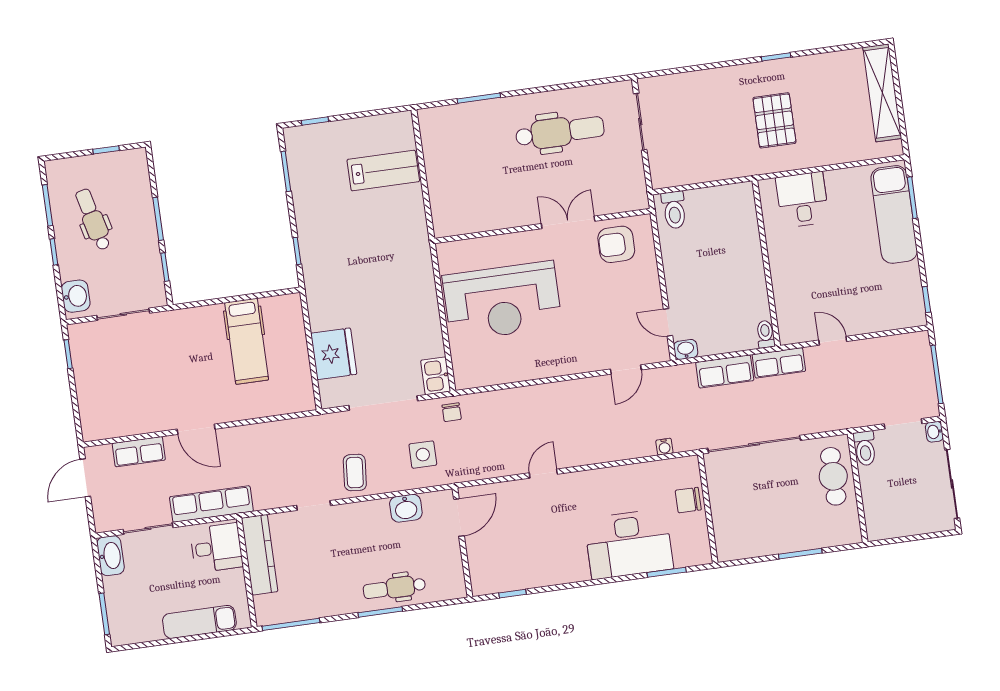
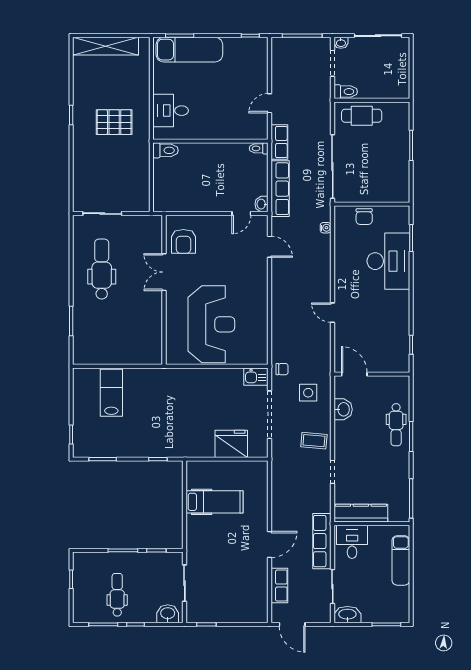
toilet: (674, 210) -> (166, 150), moved
dental chair: (93, 220) -> (117, 595), turned 104
row of seats: (725, 371) -> (280, 189), width x1.48

